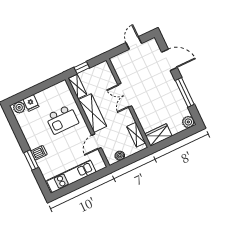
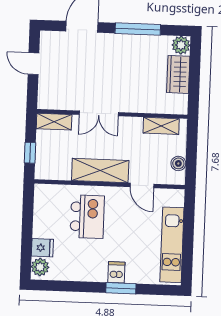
shelving: (77, 87) -> (54, 122), moved
wardrobe: (158, 135) -> (178, 74), moved

